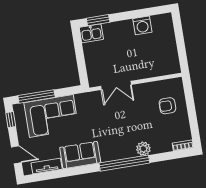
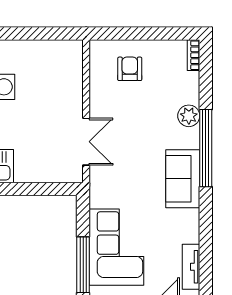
armchair: (167, 106) -> (130, 69), turned 180
sofa: (80, 155) -> (183, 179), moved

